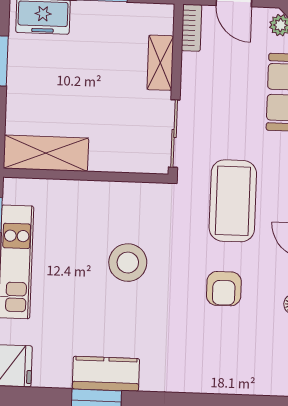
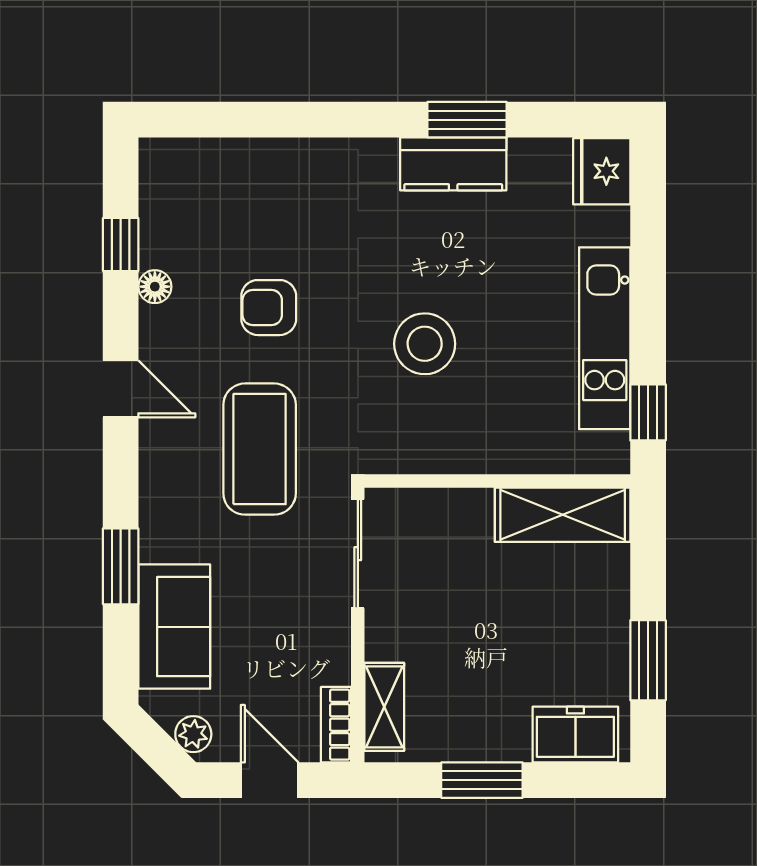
shelving: (160, 63) -> (384, 707), moved
armchair: (224, 289) -> (269, 308), turned -90

